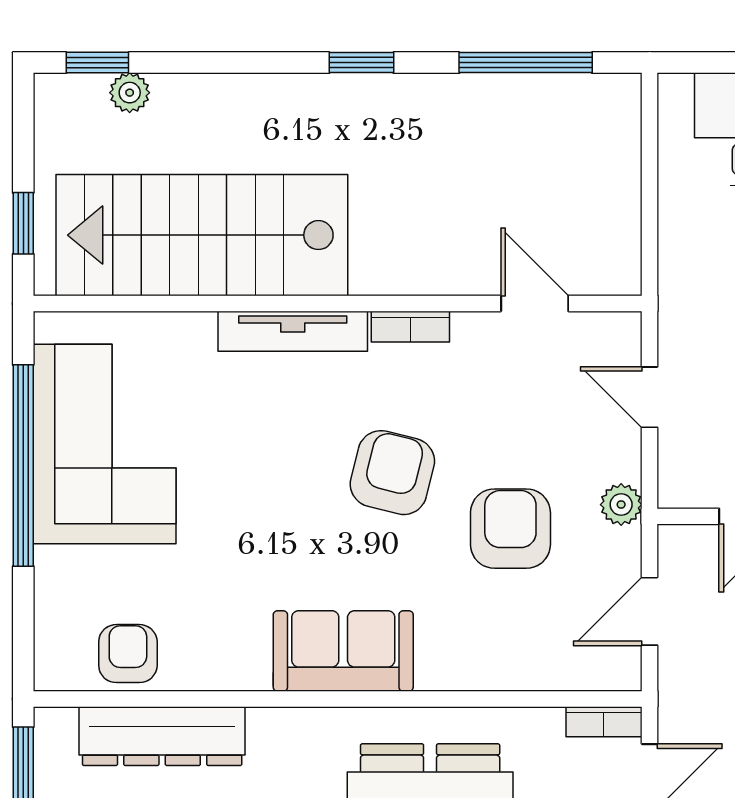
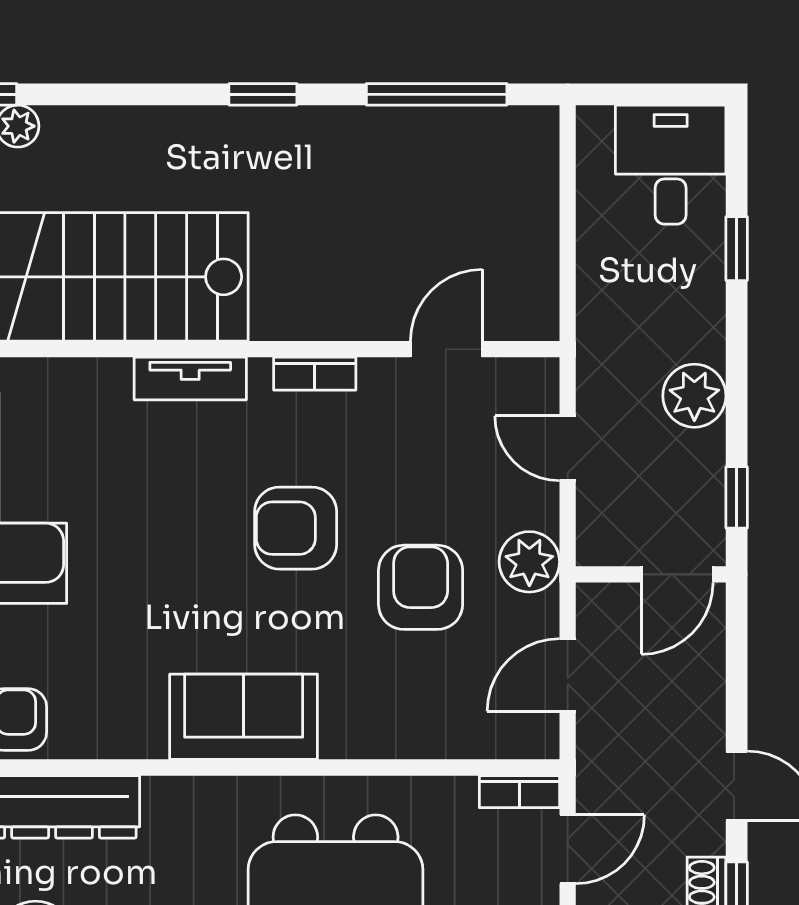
door: (535, 303) -> (446, 349), hinge flipped
tv unit: (293, 331) -> (190, 379), width x0.71
armchair: (392, 473) -> (296, 528), turned -104
plant: (621, 505) -> (529, 562), width x1.38, depth x1.38

